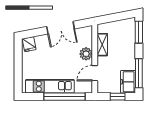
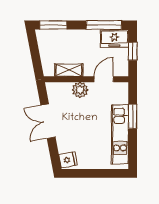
double door: (61, 28) -> (48, 121), swing flipped
door: (95, 73) -> (104, 79), swing flipped
window: (65, 97) -> (133, 116), width x0.47

